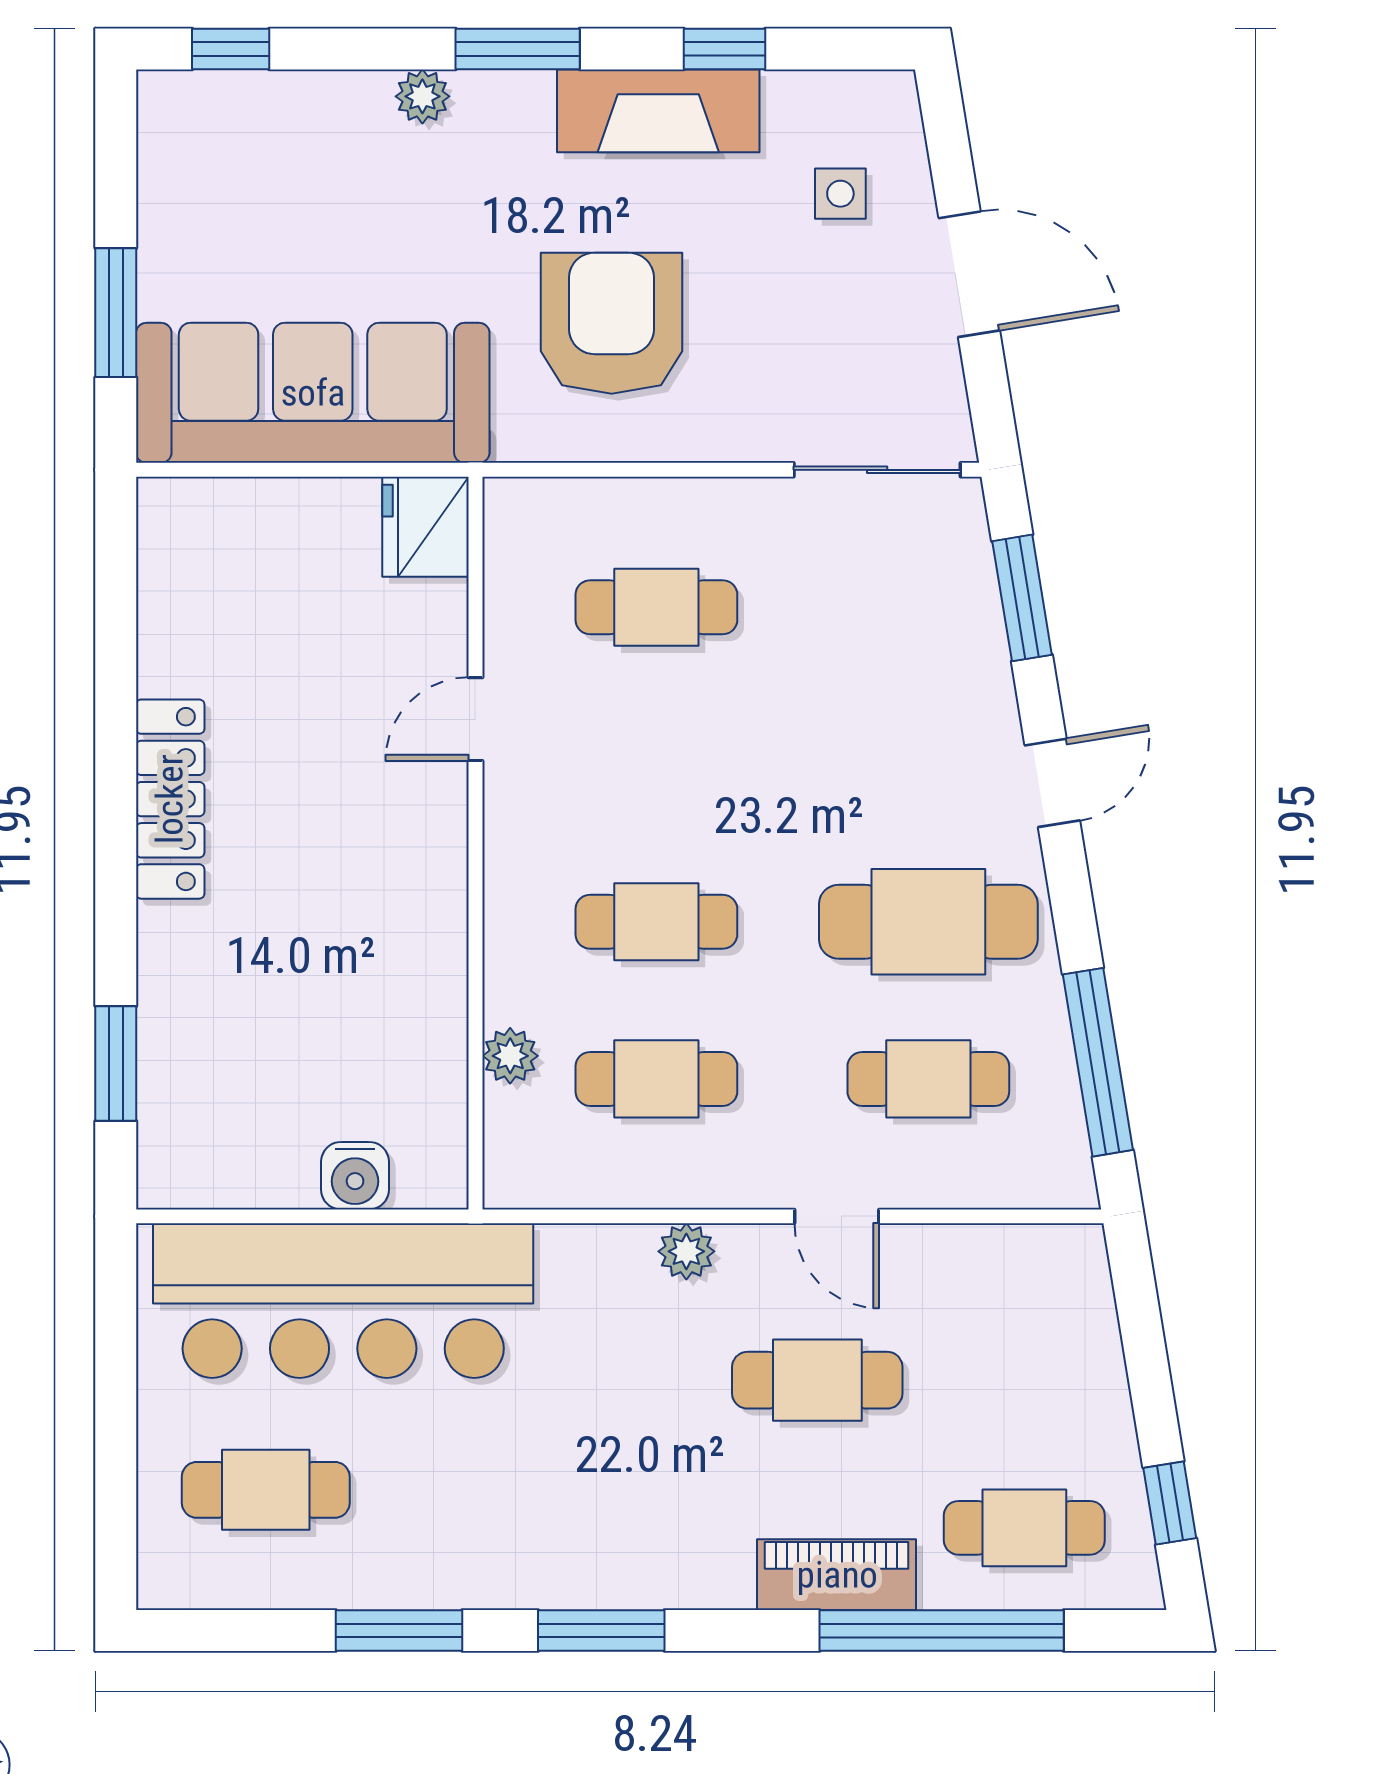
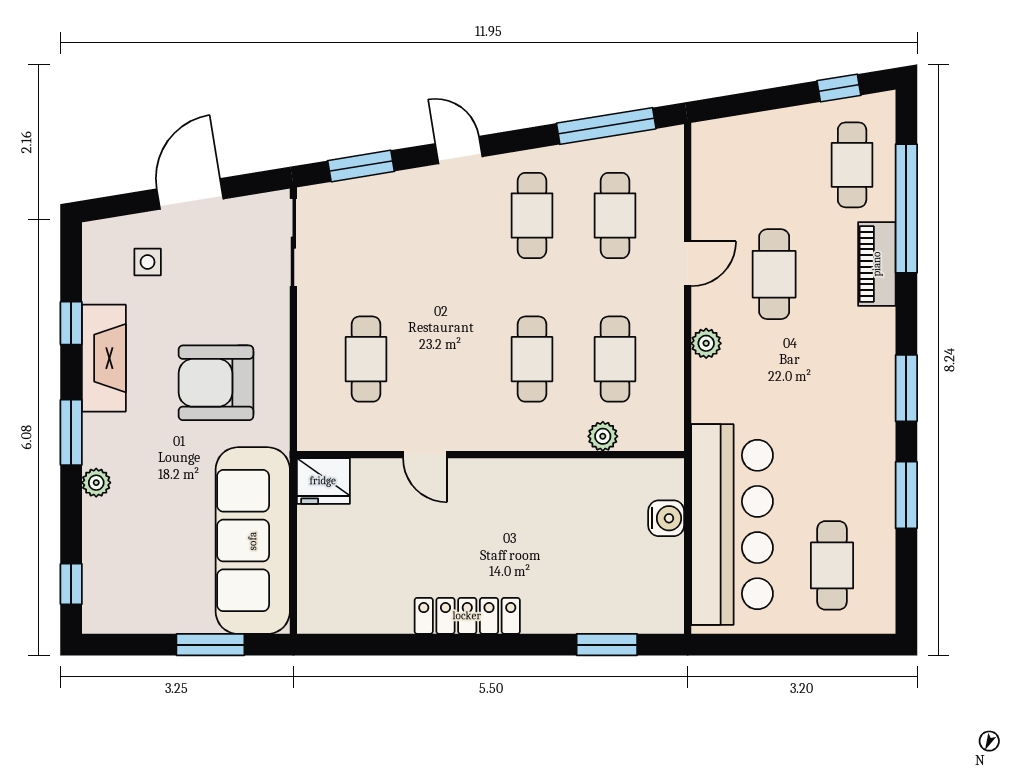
cafe table: (928, 922) -> (532, 216), width x0.73, depth x0.74

